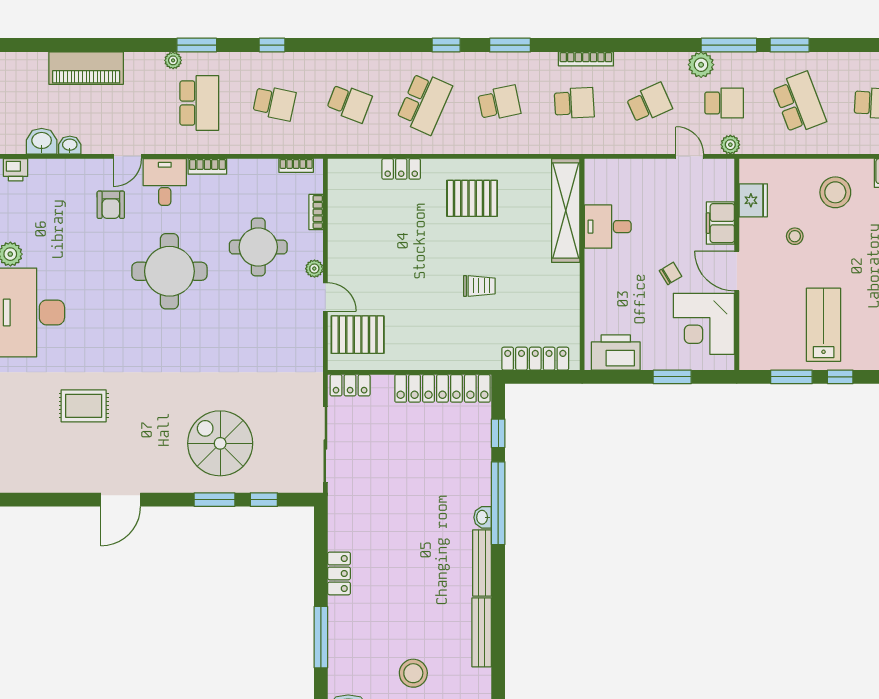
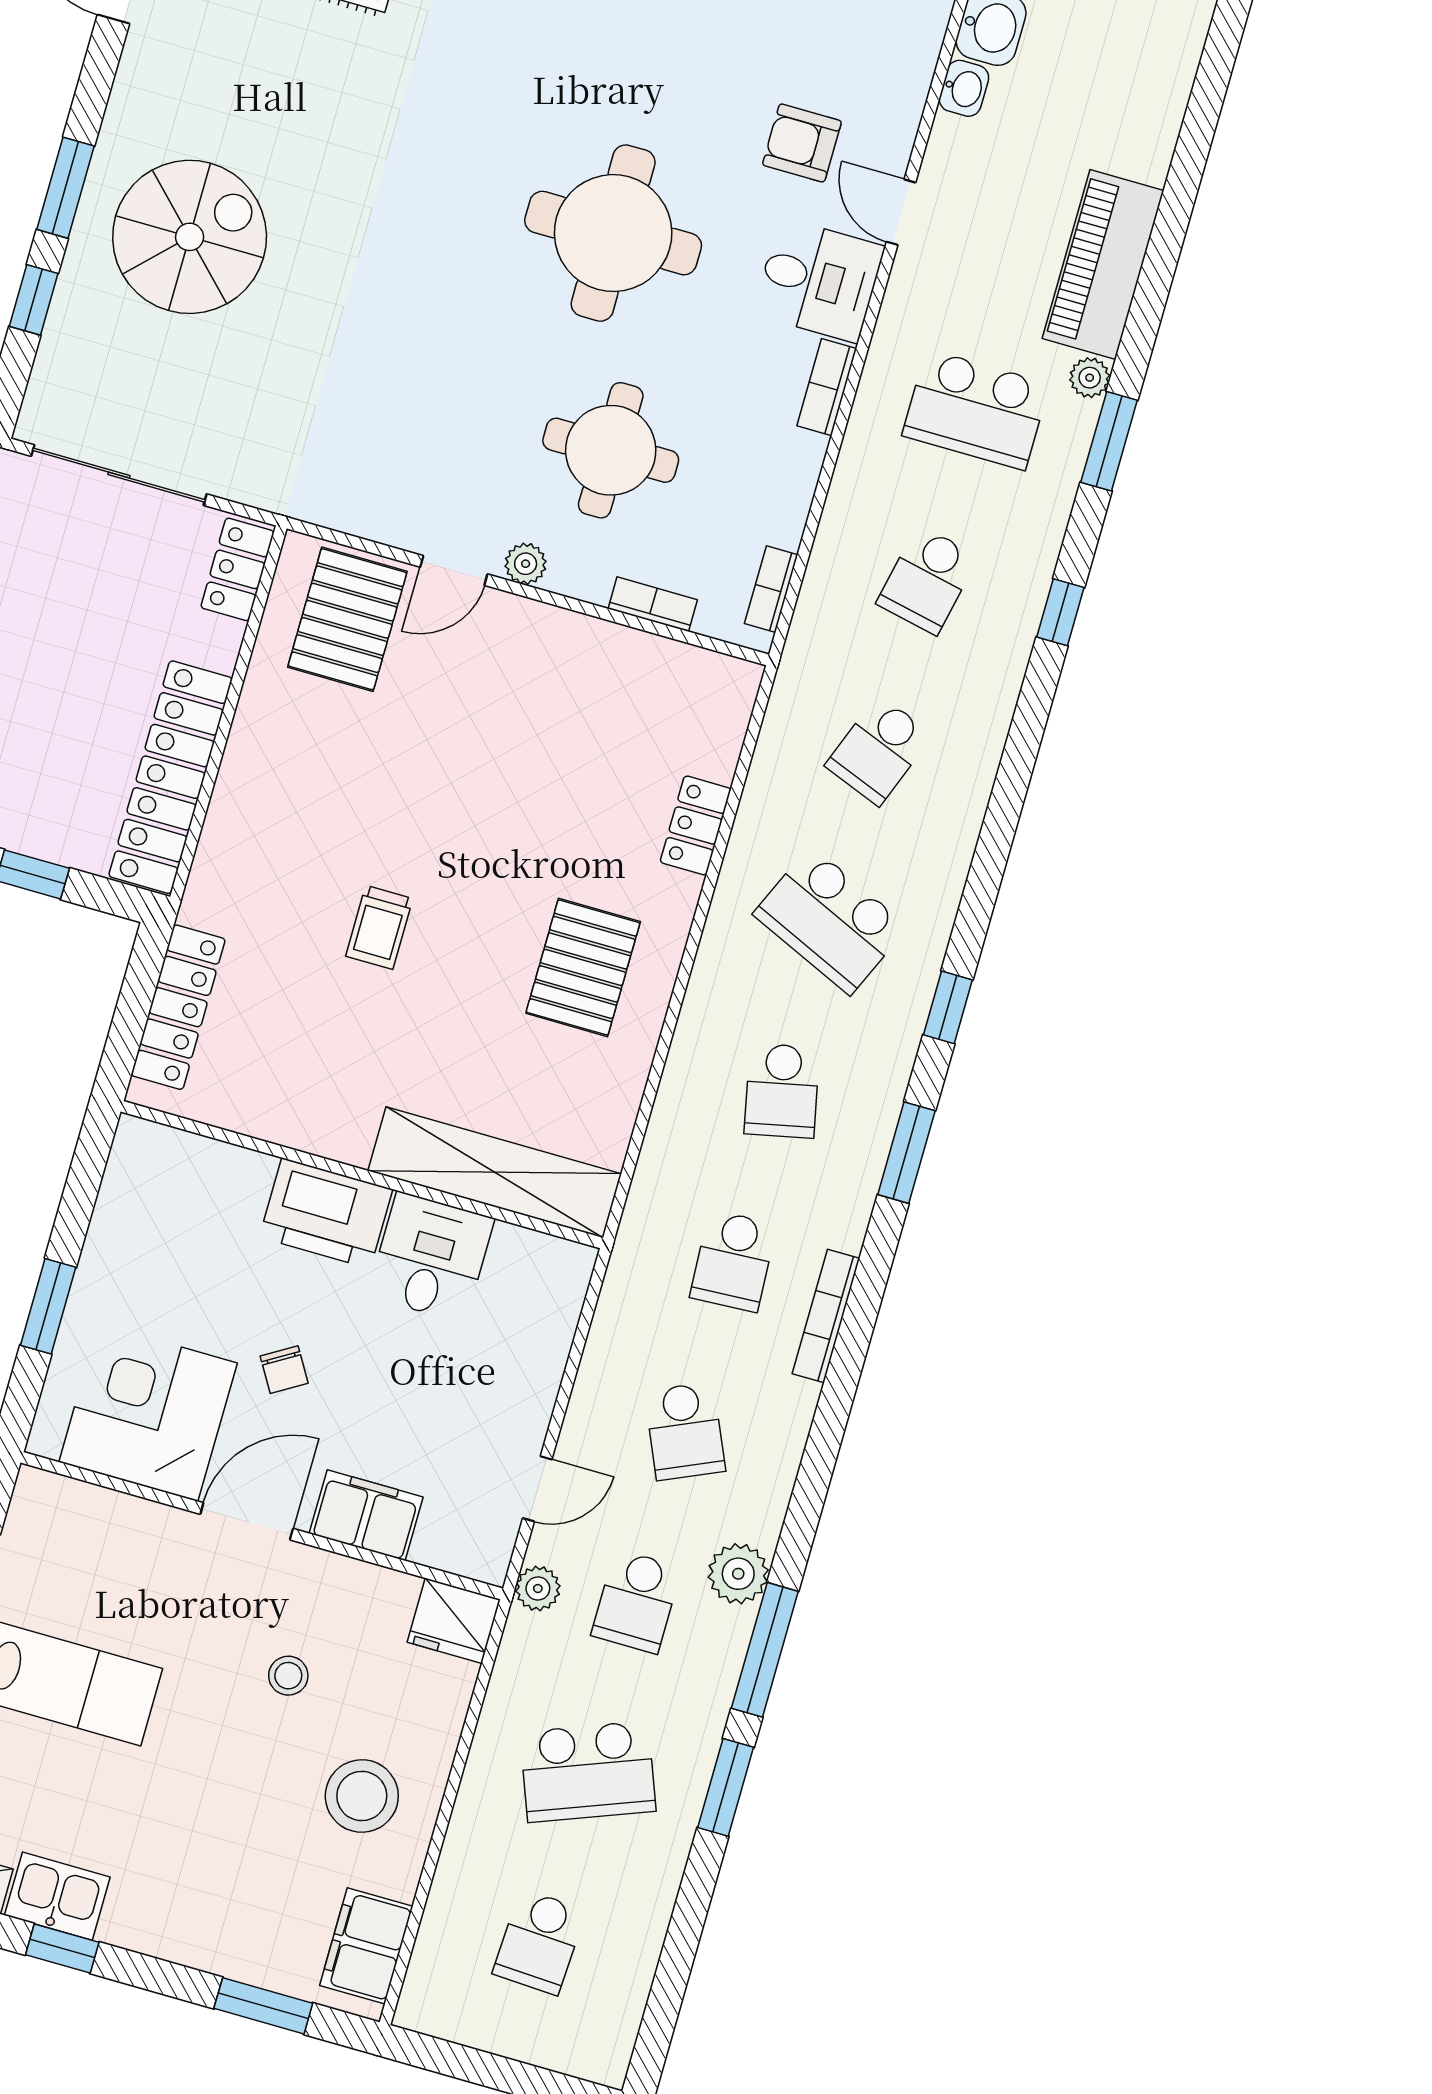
piano: (86, 68) -> (1103, 265), moved
fridge: (753, 200) -> (454, 1621), moved
printer: (616, 352) -> (326, 1213), moved, turned 90

